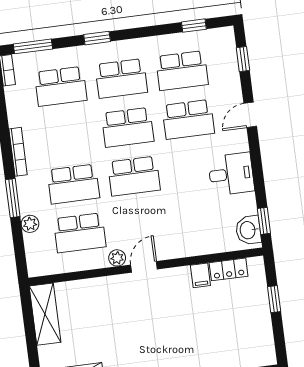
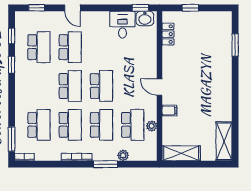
window: (97, 38) -> (12, 65), moved
school desk: (121, 78) -> (70, 125), moved
desk: (231, 174) -> (122, 25), moved
plant: (117, 258) -> (152, 126), moved
filing cabinet: (200, 275) -> (169, 111), moved

